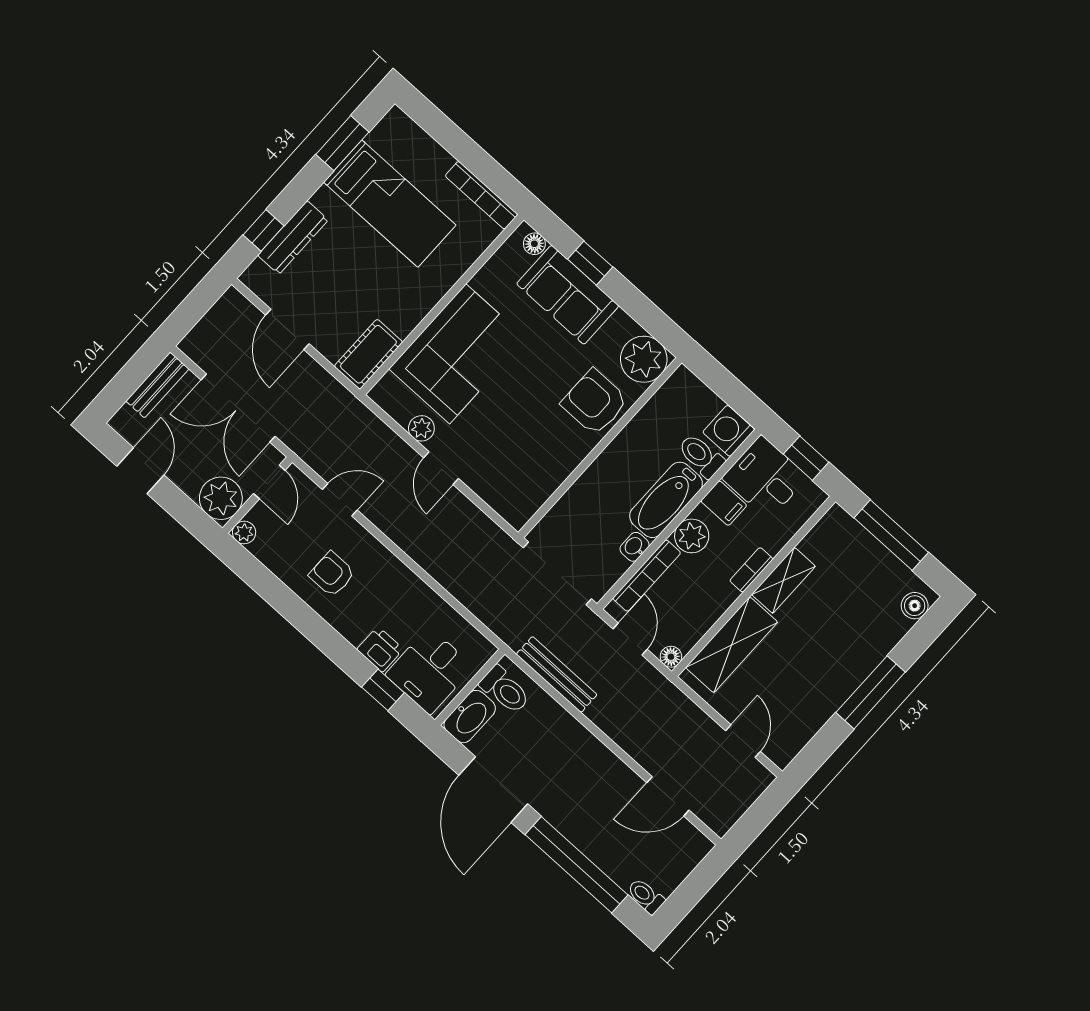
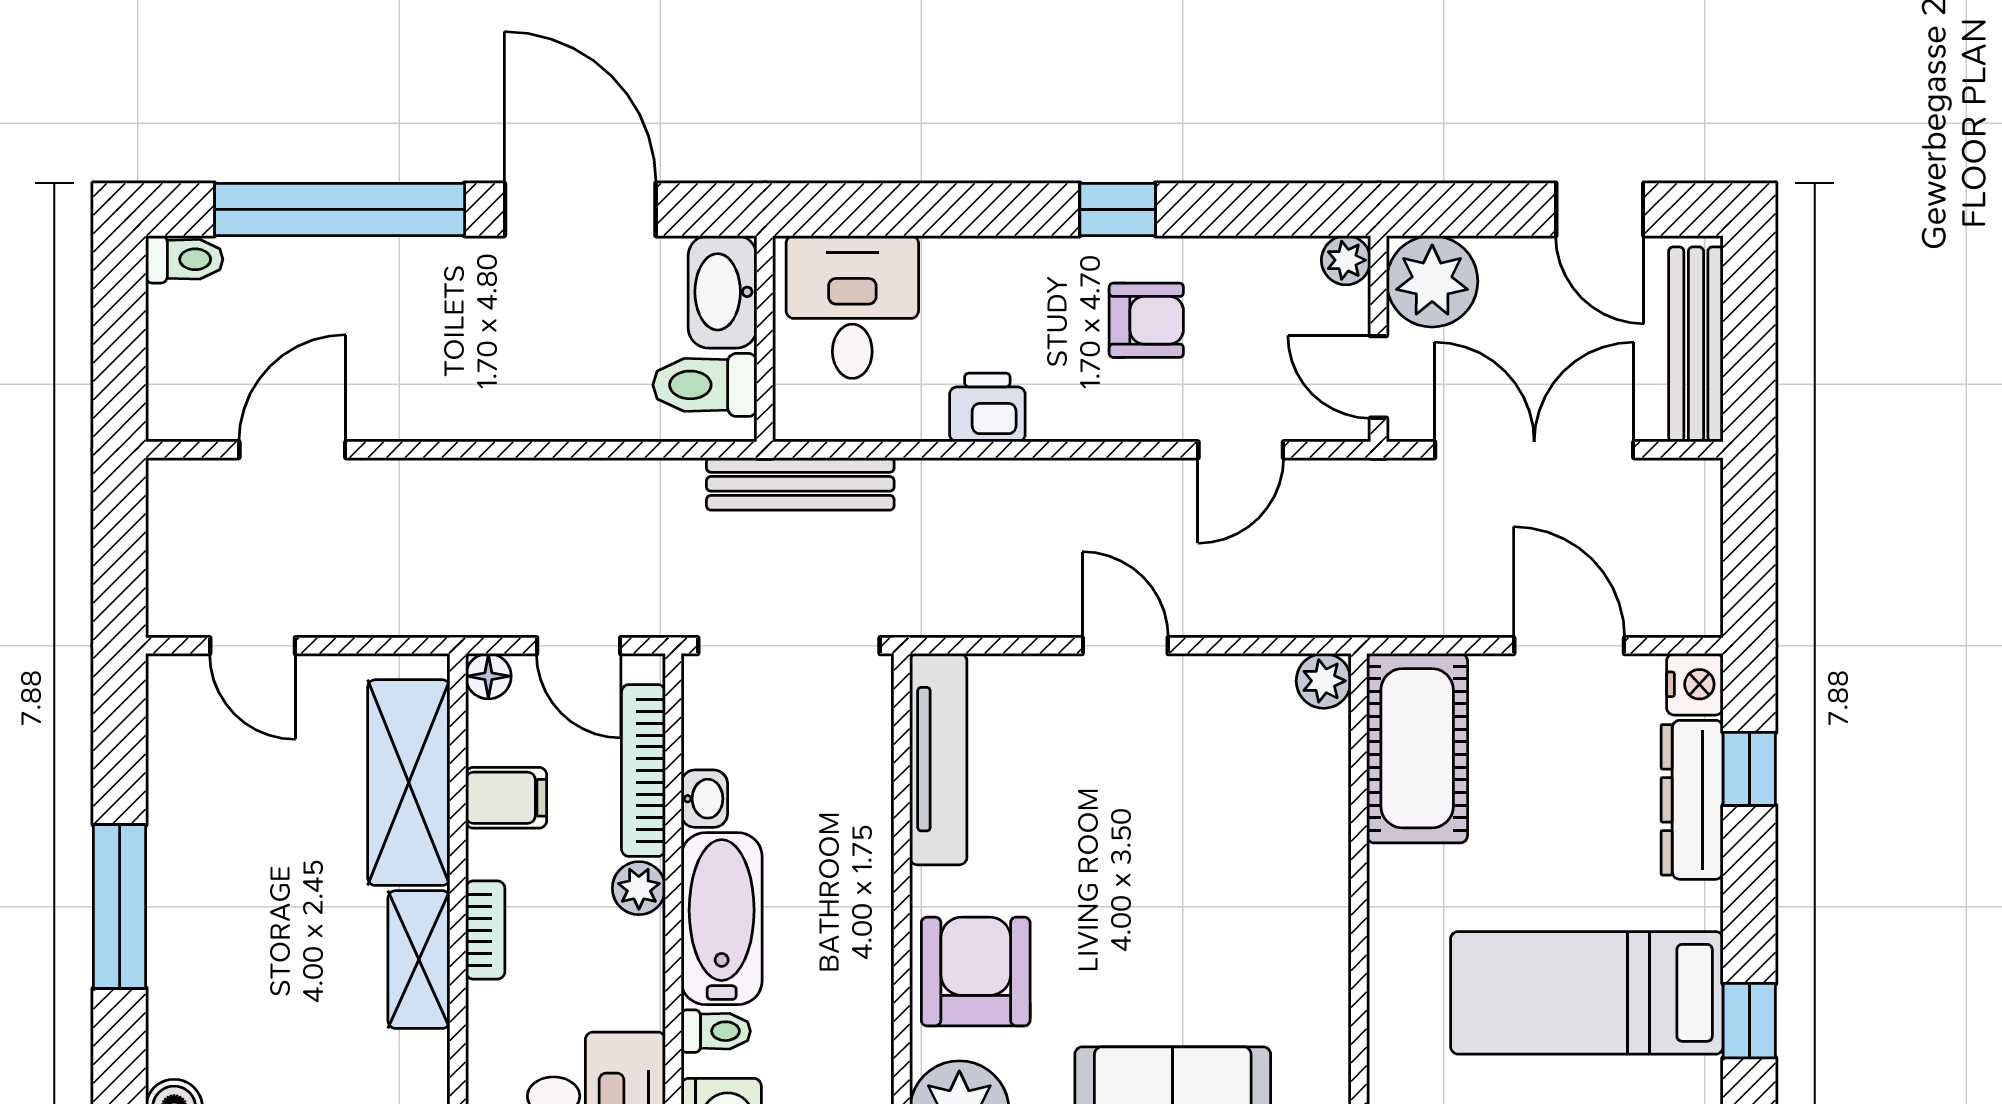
window: (342, 143) -> (1749, 1021), width x0.67
nightstand: (256, 277) -> (1695, 684), added
cot: (368, 354) -> (1417, 748), width x1.37, depth x1.34
corner sofa: (458, 354) -> (1263, 852), removed
bench: (157, 385) -> (1696, 344), width x1.36
armchair: (595, 402) -> (976, 972), turned -90
plant: (421, 428) -> (1324, 681), moved
toilet: (701, 456) -> (716, 1031), width x0.73, depth x0.72
tv unit: (541, 487) -> (938, 759), added
filing cabinet: (724, 503) -> (506, 798), moved, turned 180
plant: (692, 536) -> (639, 888), width x0.73, depth x0.73
printer: (380, 649) -> (987, 408), moved, turned 180
bench: (557, 674) -> (800, 484), moved
window: (383, 690) -> (1118, 209), moved

